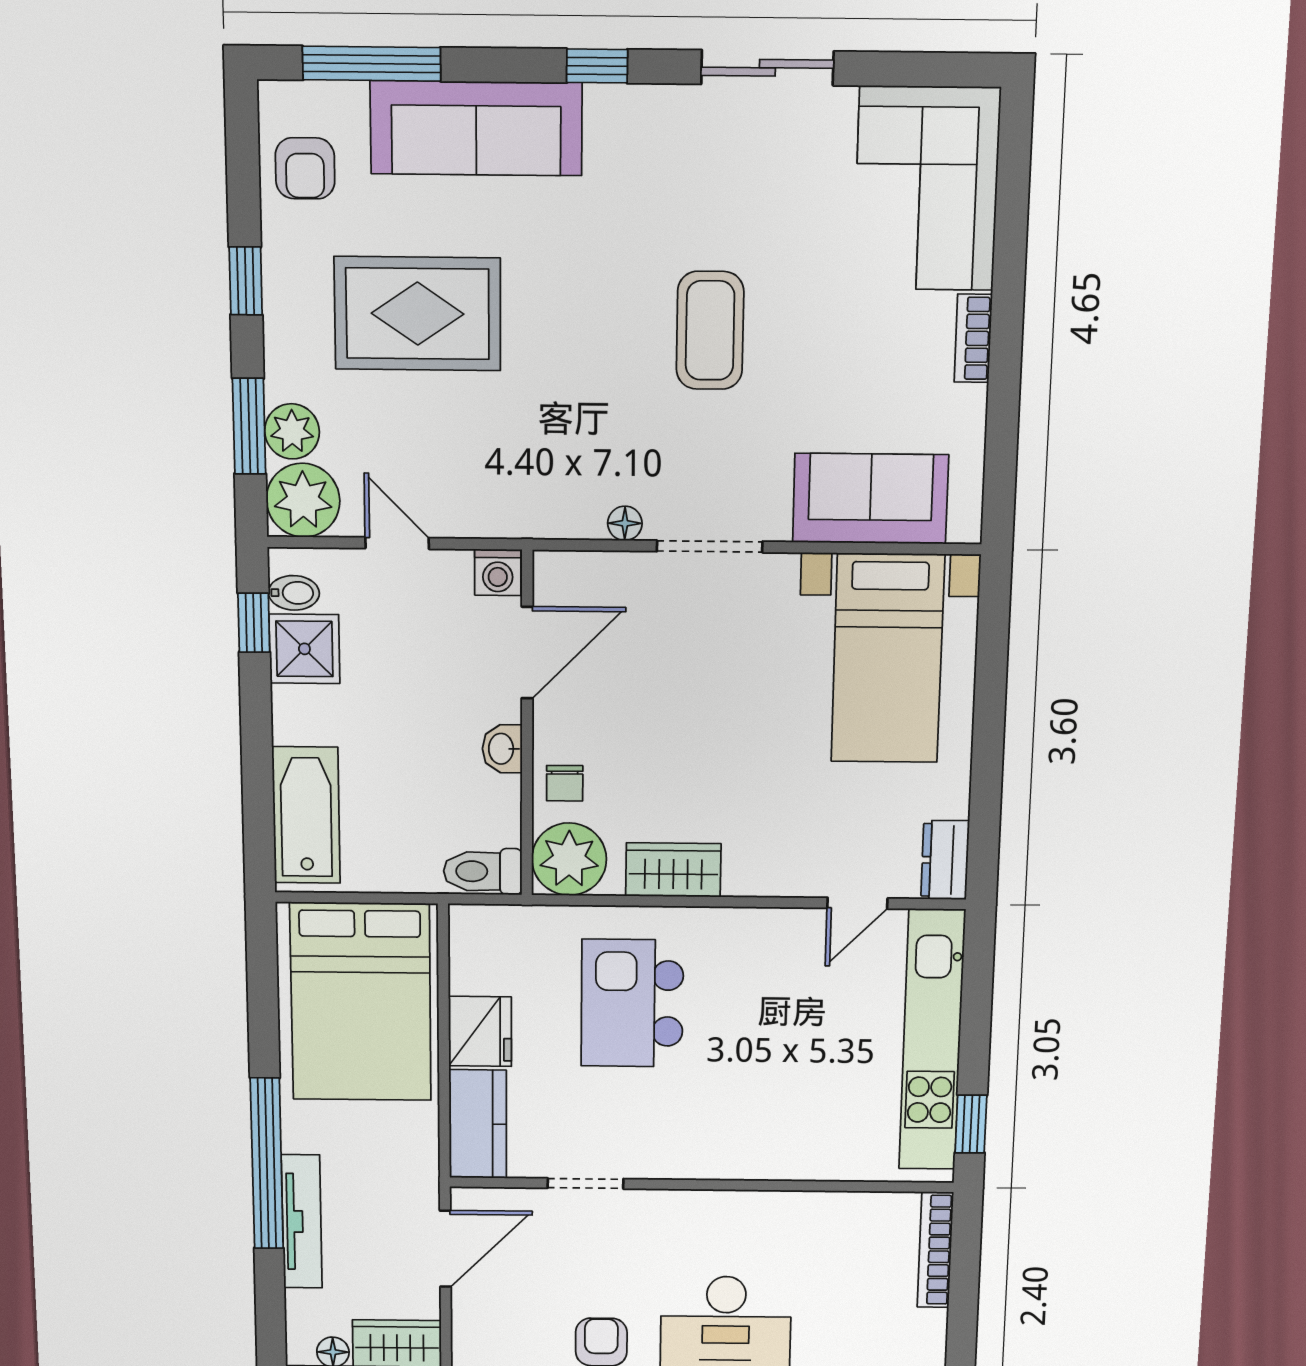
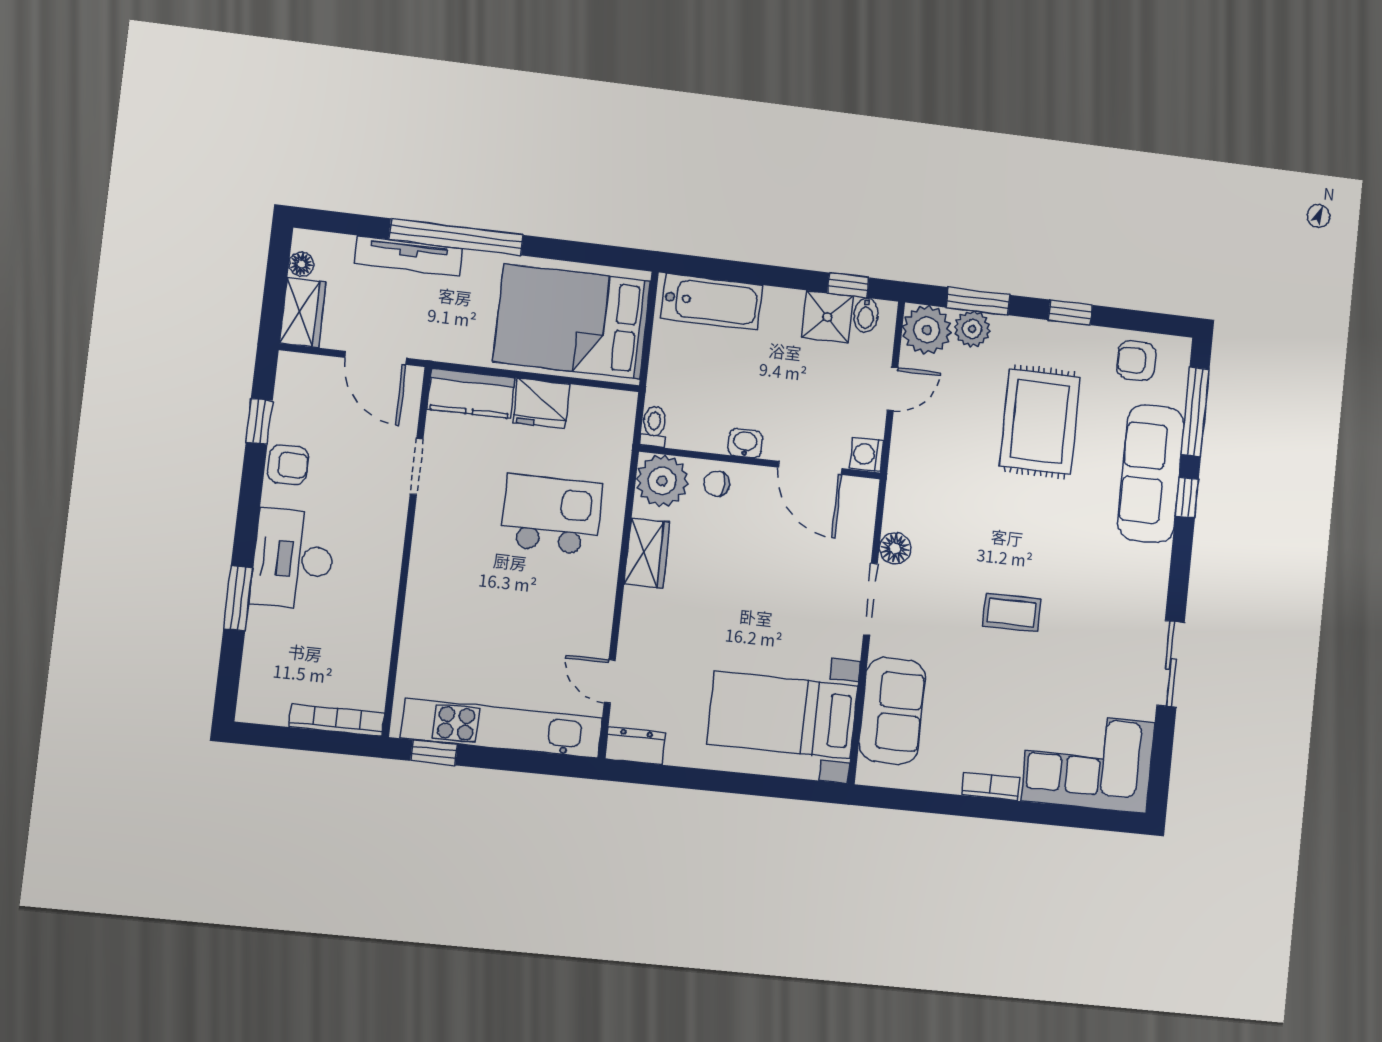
window: (597, 66) -> (1187, 498), moved
coffee table: (710, 330) -> (1012, 612), width x0.73, depth x0.77
floor lamp: (625, 523) -> (895, 548), width x1.37, depth x1.37
toilet: (483, 871) -> (654, 426), width x0.73, depth x0.72

